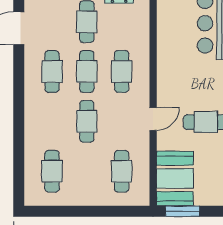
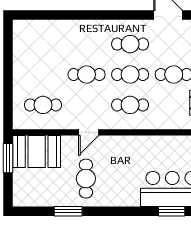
door: (153, 119) -> (89, 132), hinge flipped
cafe table: (52, 171) -> (43, 44), removed

